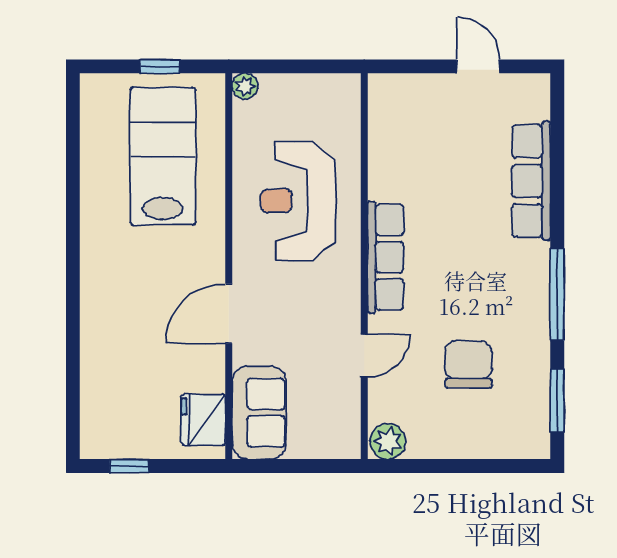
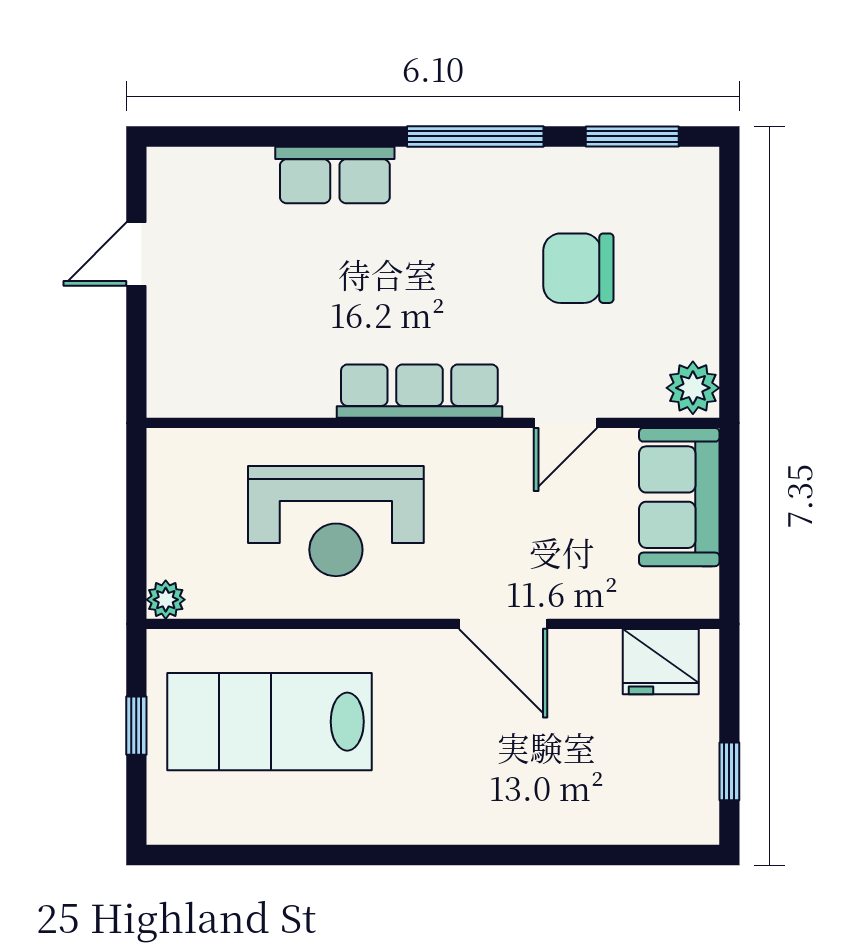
row of seats: (531, 181) -> (335, 175), width x0.68
door: (364, 356) -> (566, 423), swing flipped
sofa: (259, 413) -> (679, 497), moved, turned -90

